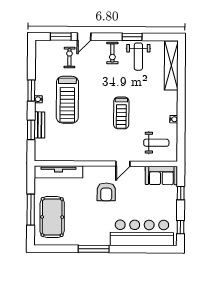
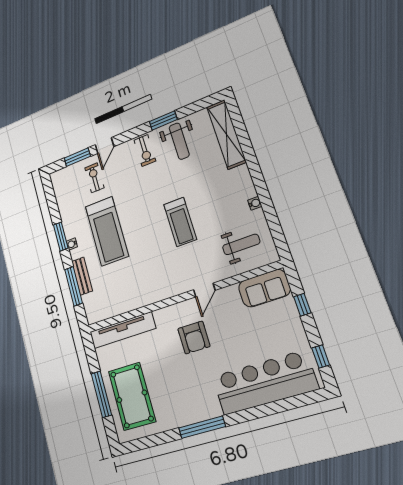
window: (31, 130) -> (74, 286), width x1.44

